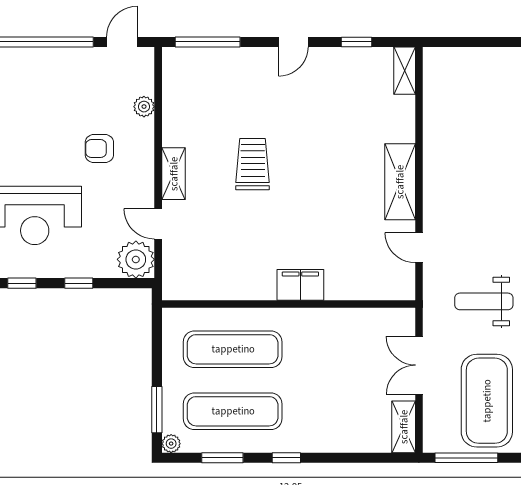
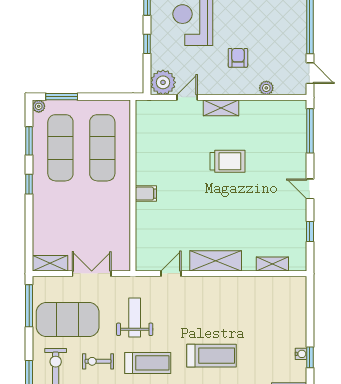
shelving: (405, 71) -> (272, 264), moved
filing cabinet: (300, 285) -> (146, 194), width x0.50

